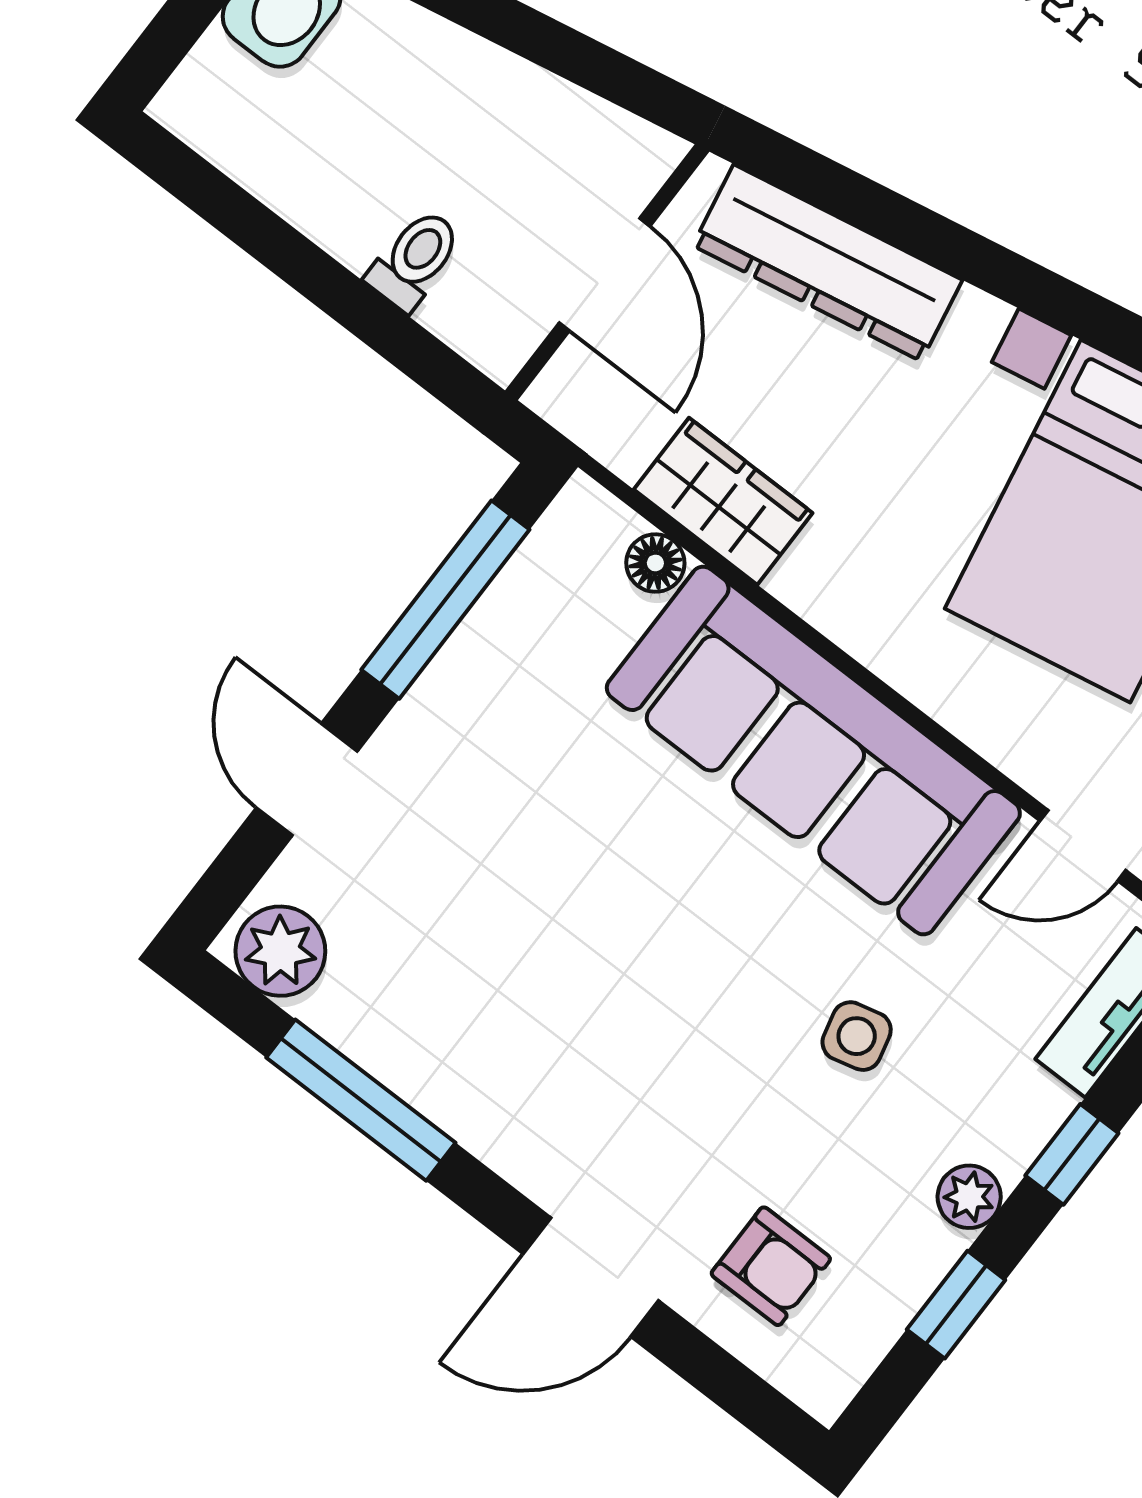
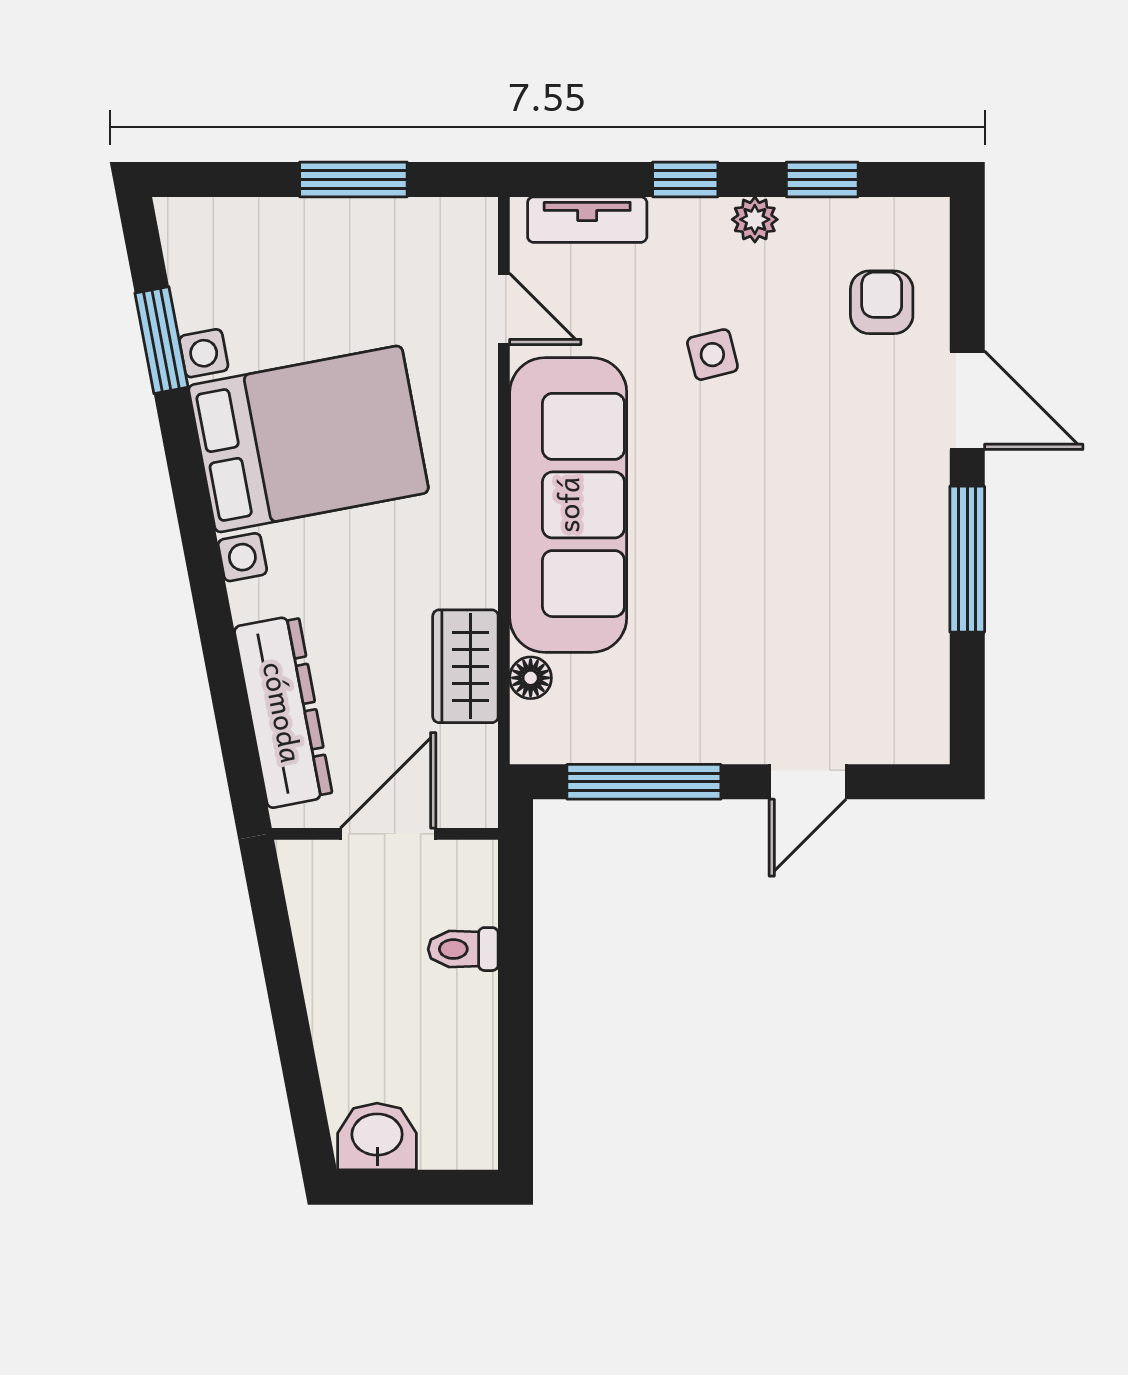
plant: (280, 951) -> (918, 721), removed
window: (361, 1100) -> (967, 559), moved

